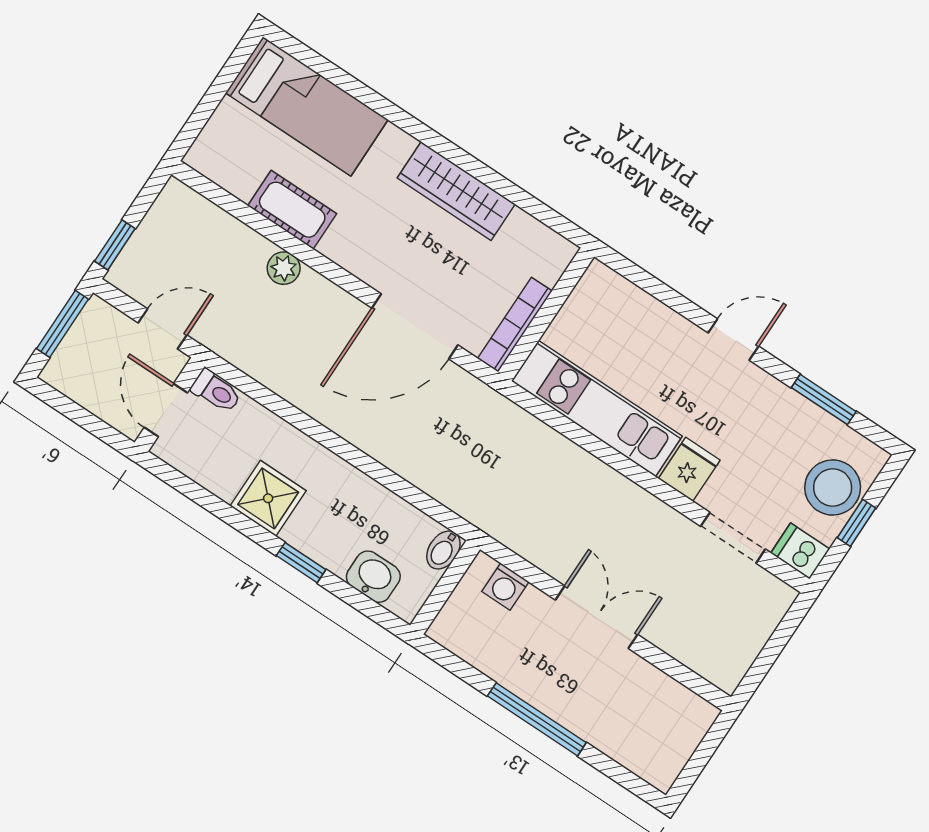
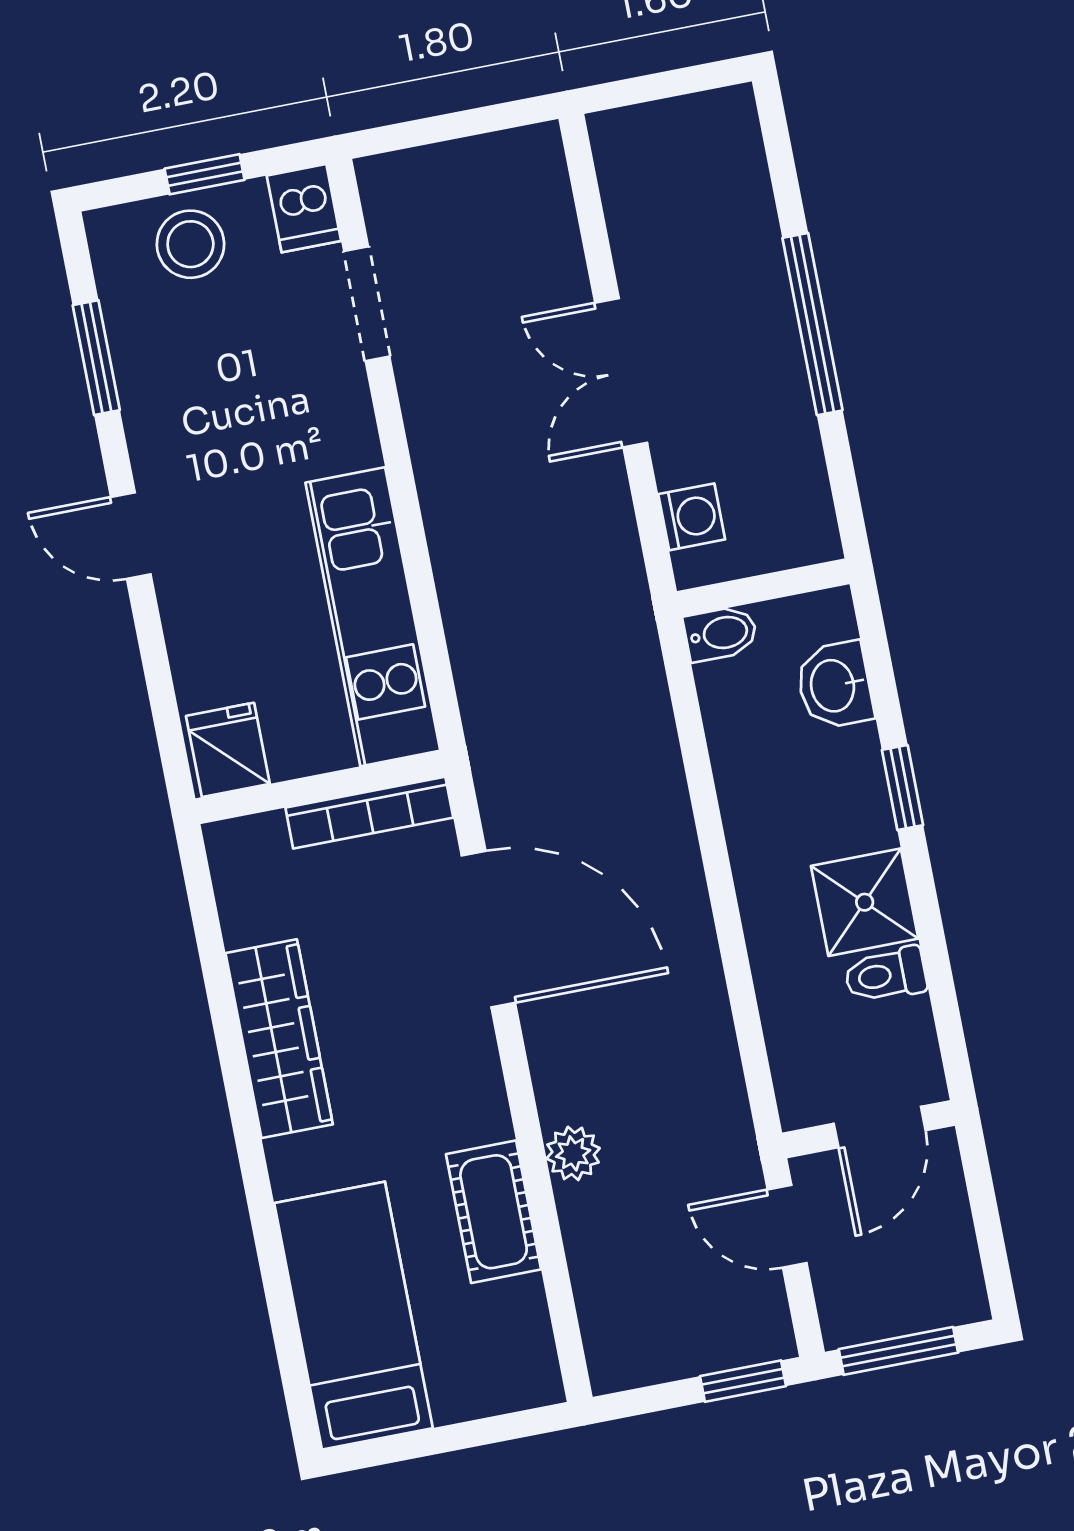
toilet: (216, 391) -> (886, 975), moved, turned -90
fridge: (689, 469) -> (228, 750), moved, turned 90
stool: (833, 488) -> (190, 244), width x0.73, depth x0.73

